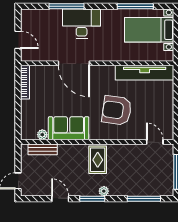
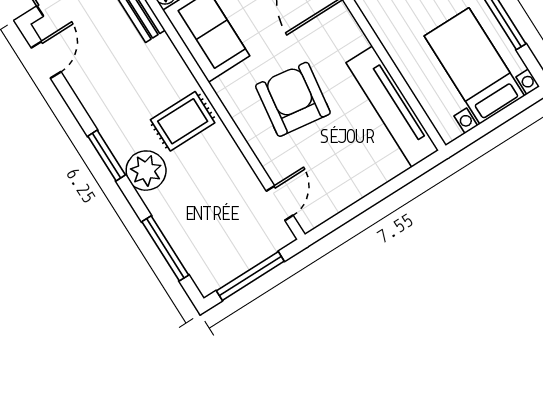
plant: (104, 191) -> (146, 171), width x1.87, depth x1.87
door: (60, 199) -> (46, 60), moved

